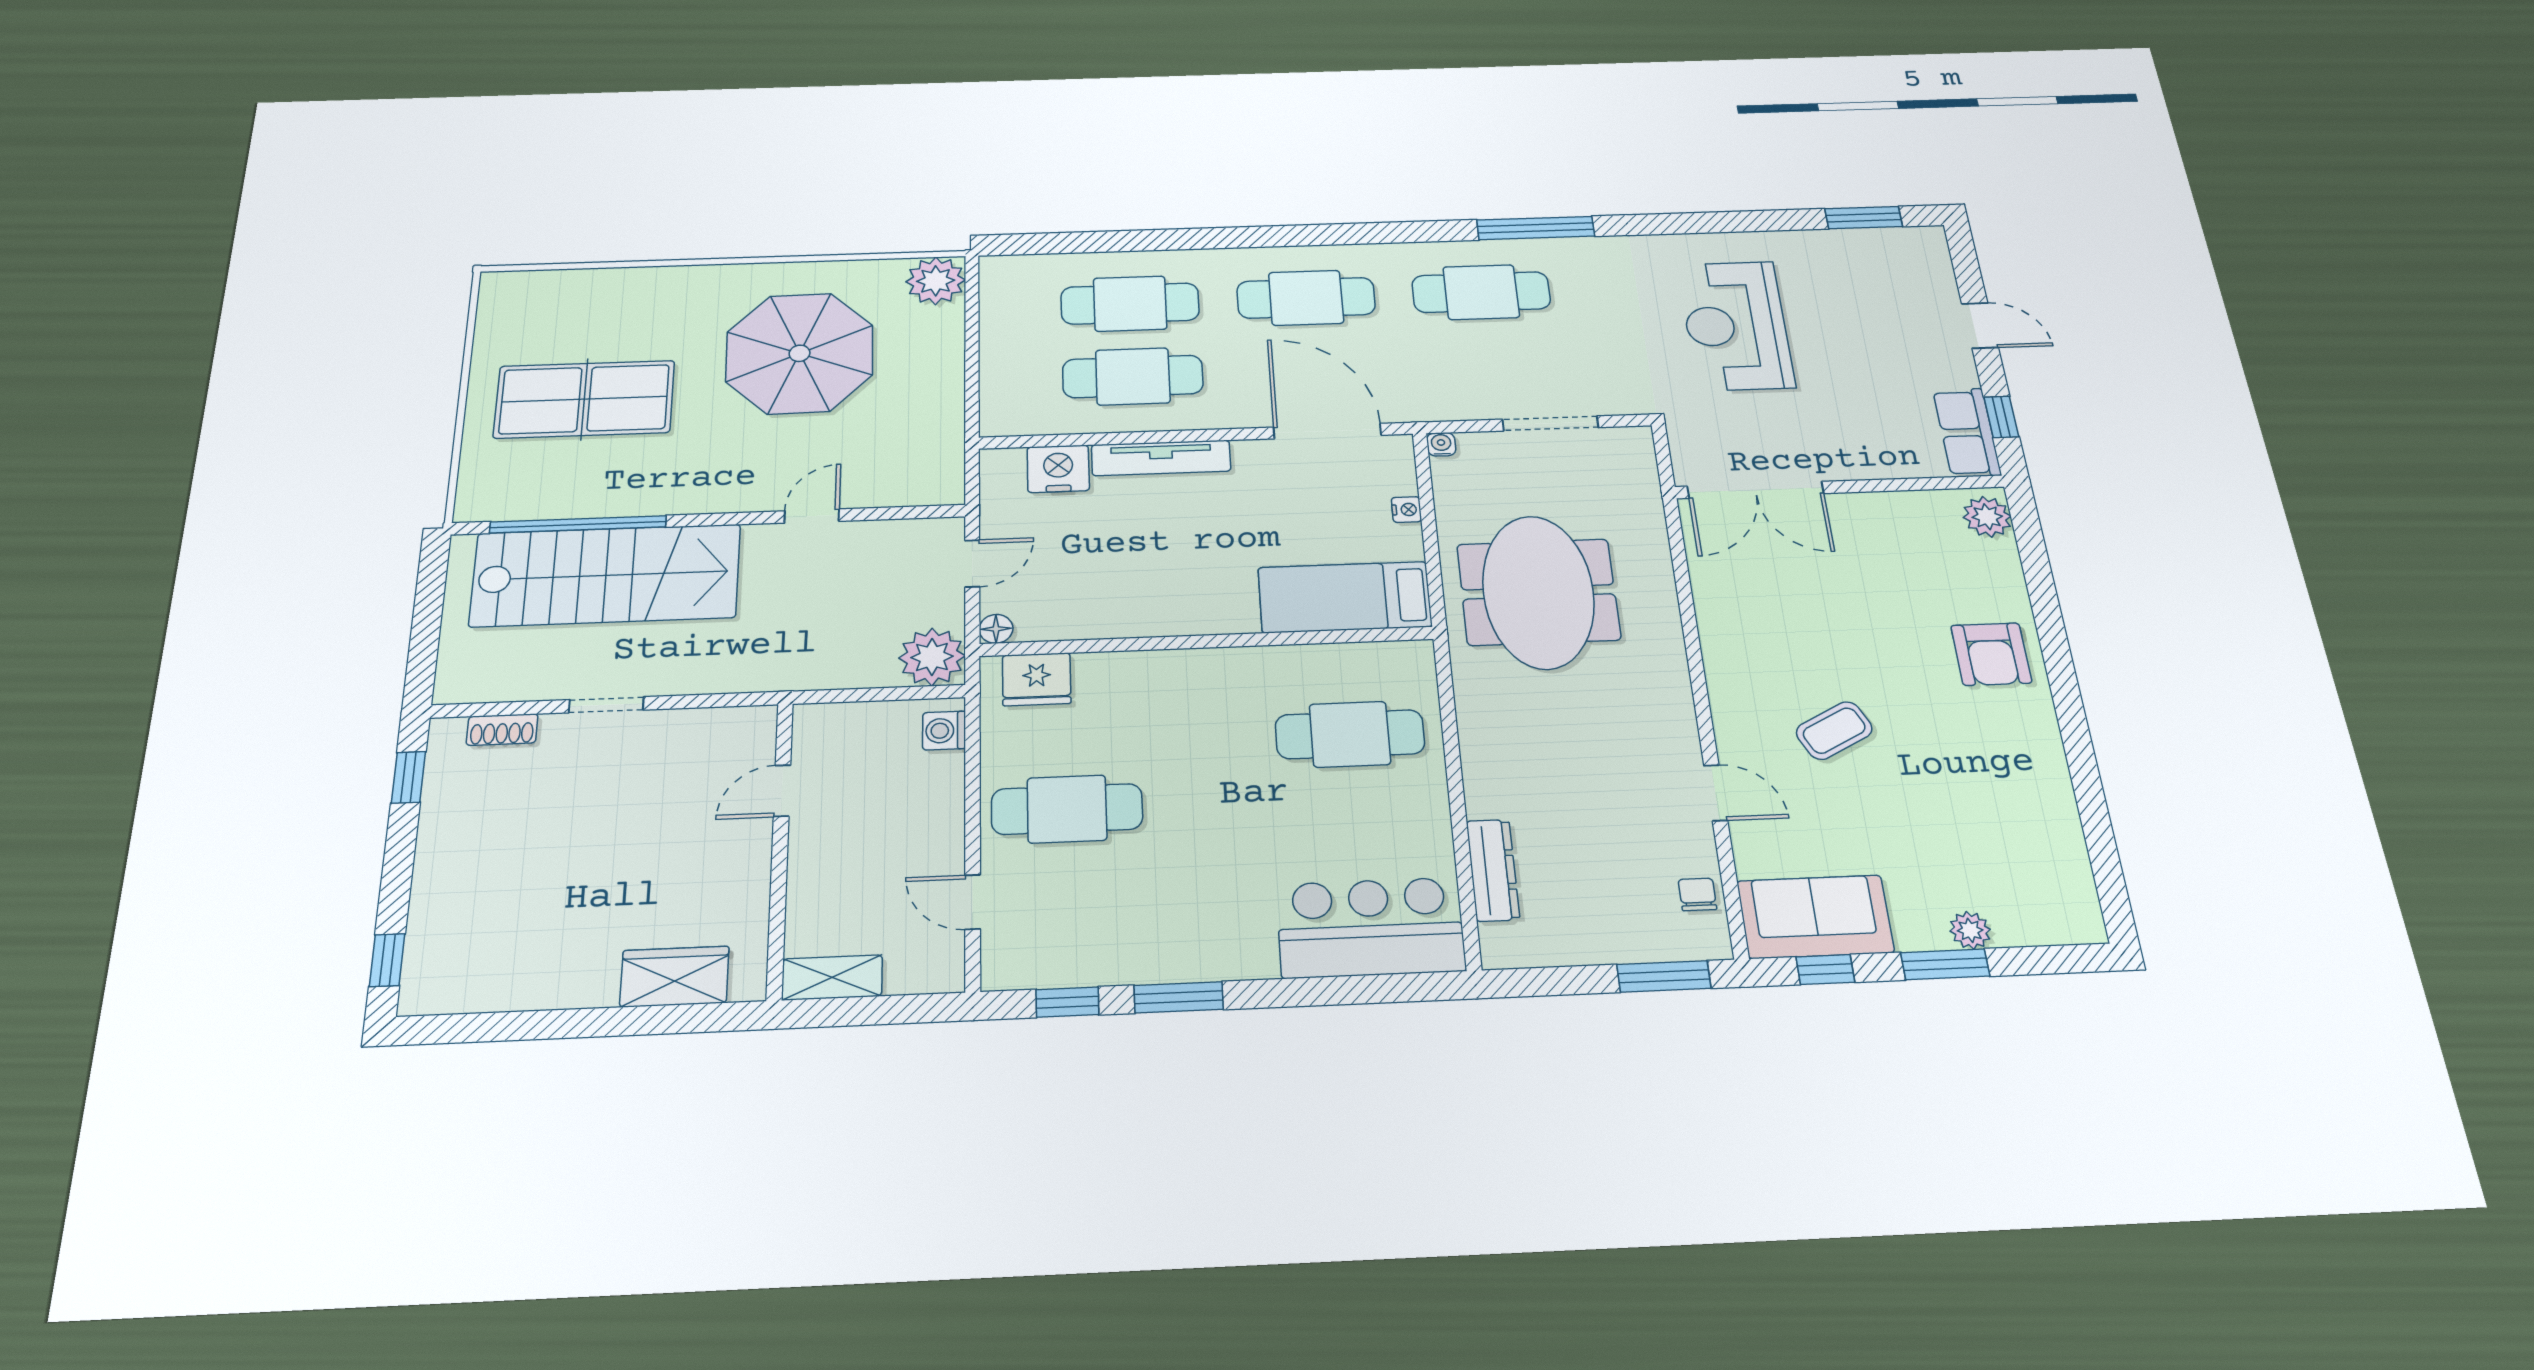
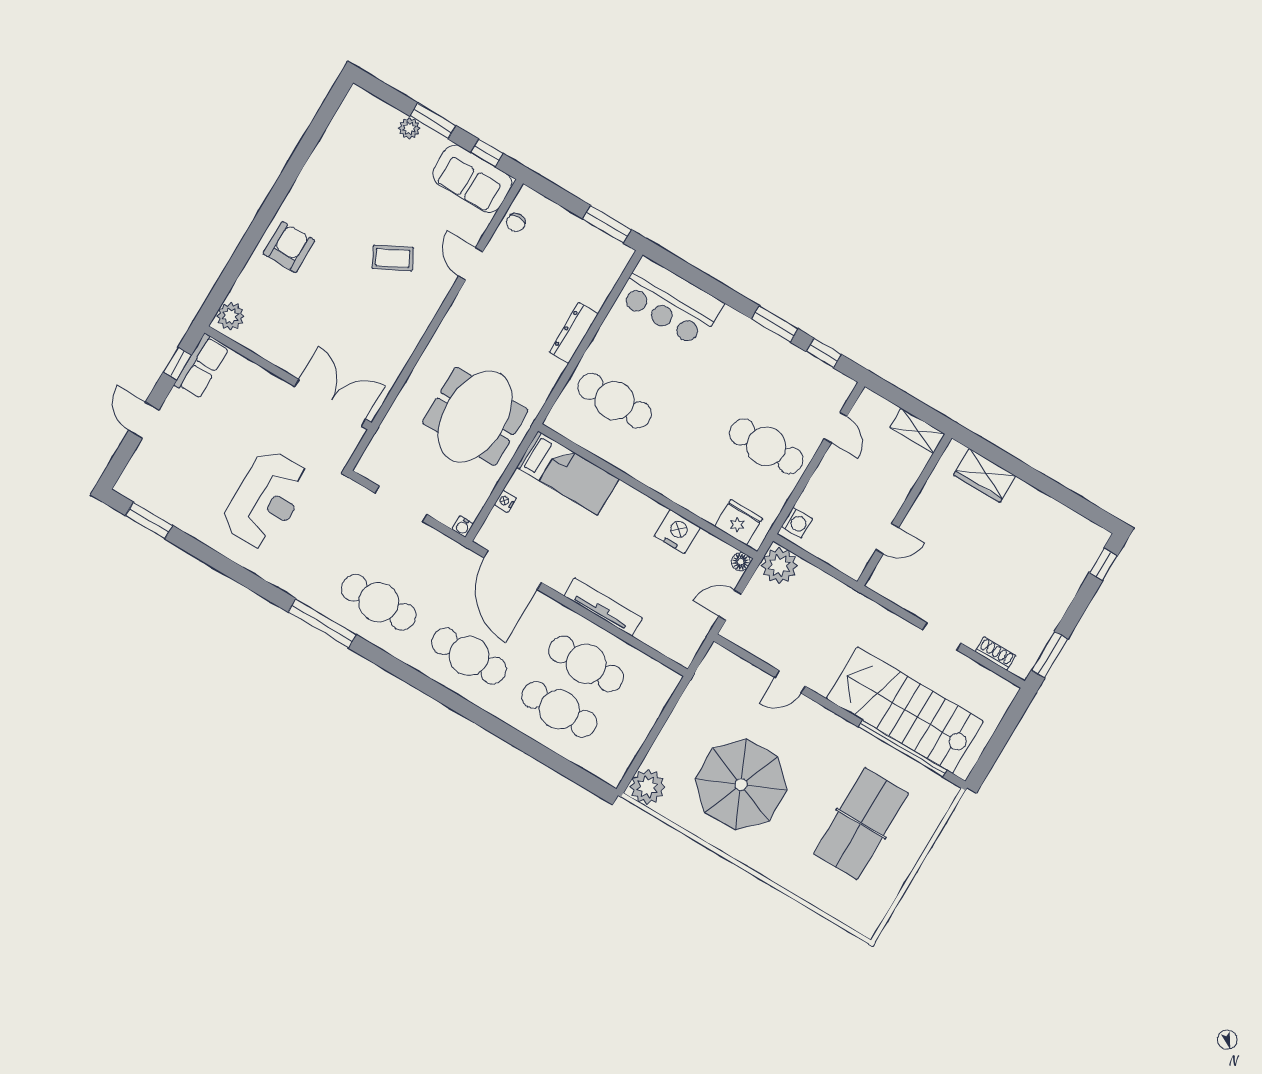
table tennis table: (584, 399) -> (861, 824), turned 90
nightstand: (1058, 469) -> (677, 532), moved, turned 180
window: (408, 777) -> (1050, 655), width x1.50
dresser: (1493, 870) -> (574, 333), moved
window: (1664, 976) -> (607, 224), moved

